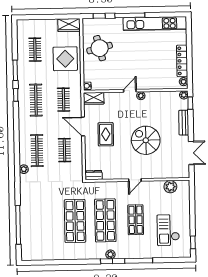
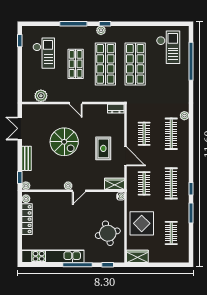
door: (135, 180) -> (76, 103), swing flipped
checkout: (42, 239) -> (168, 47), added

